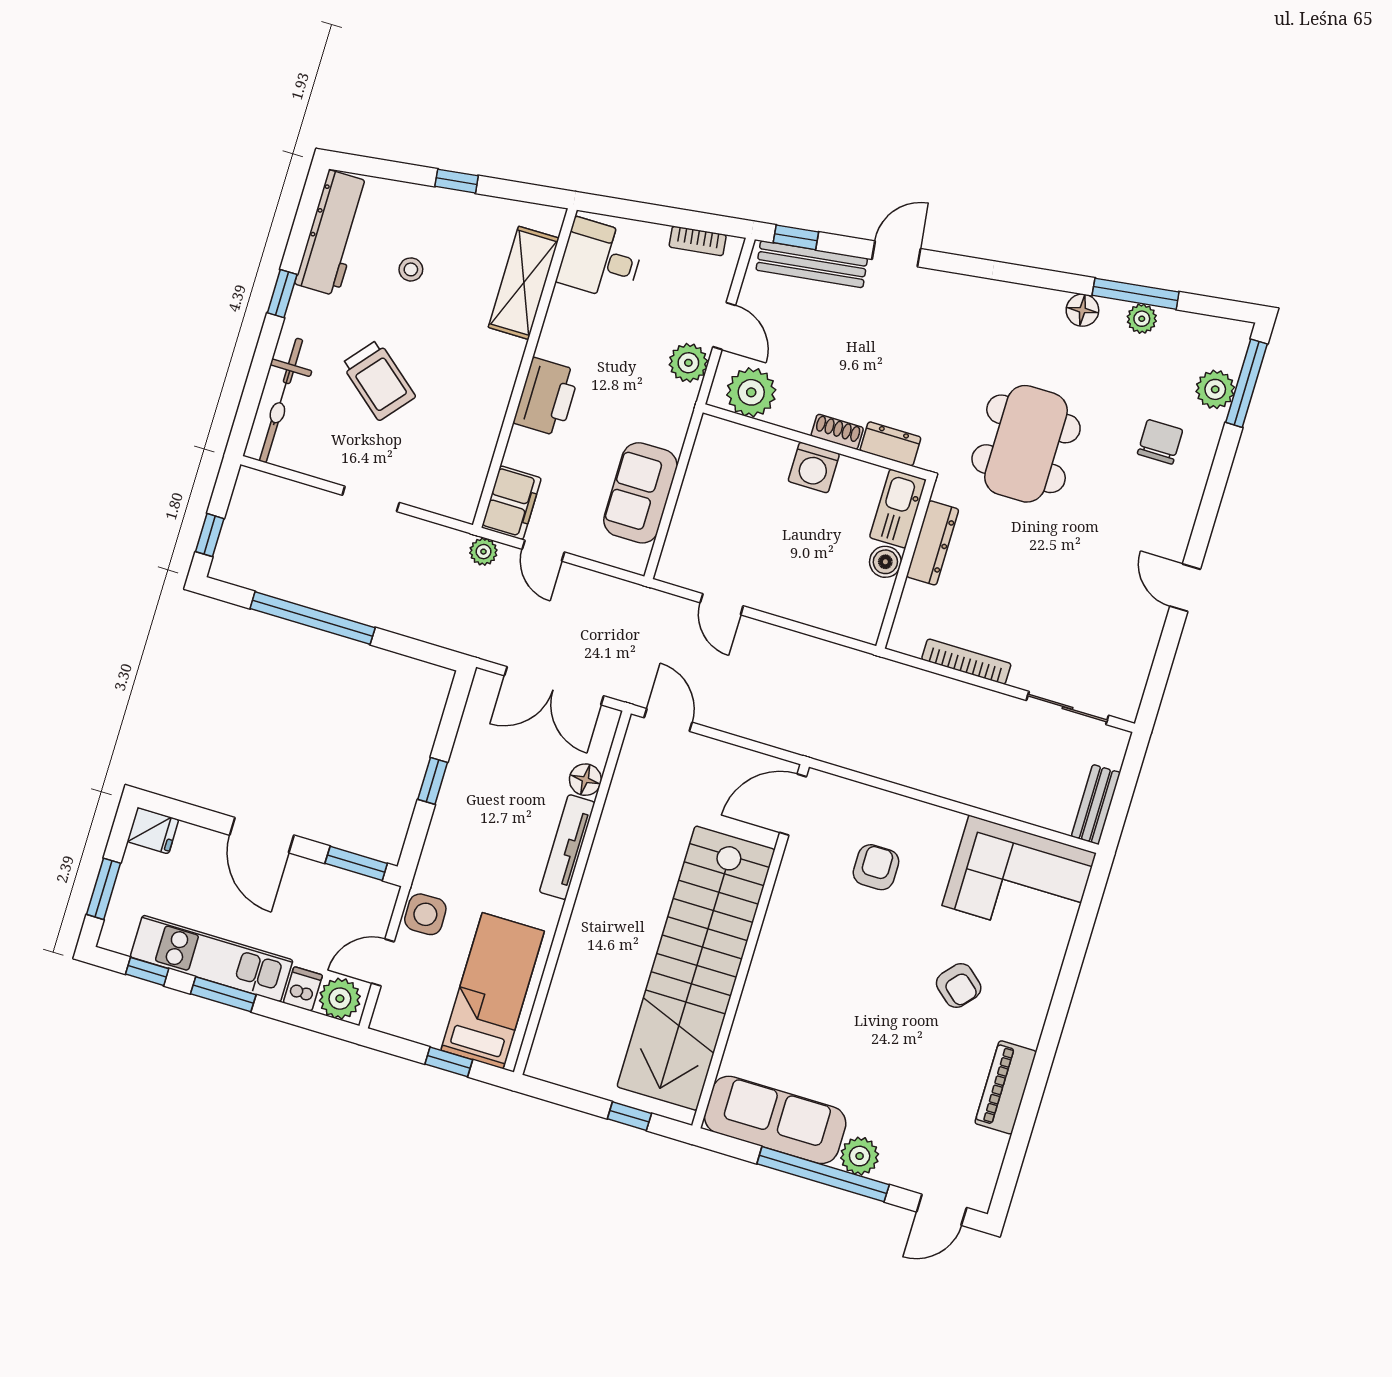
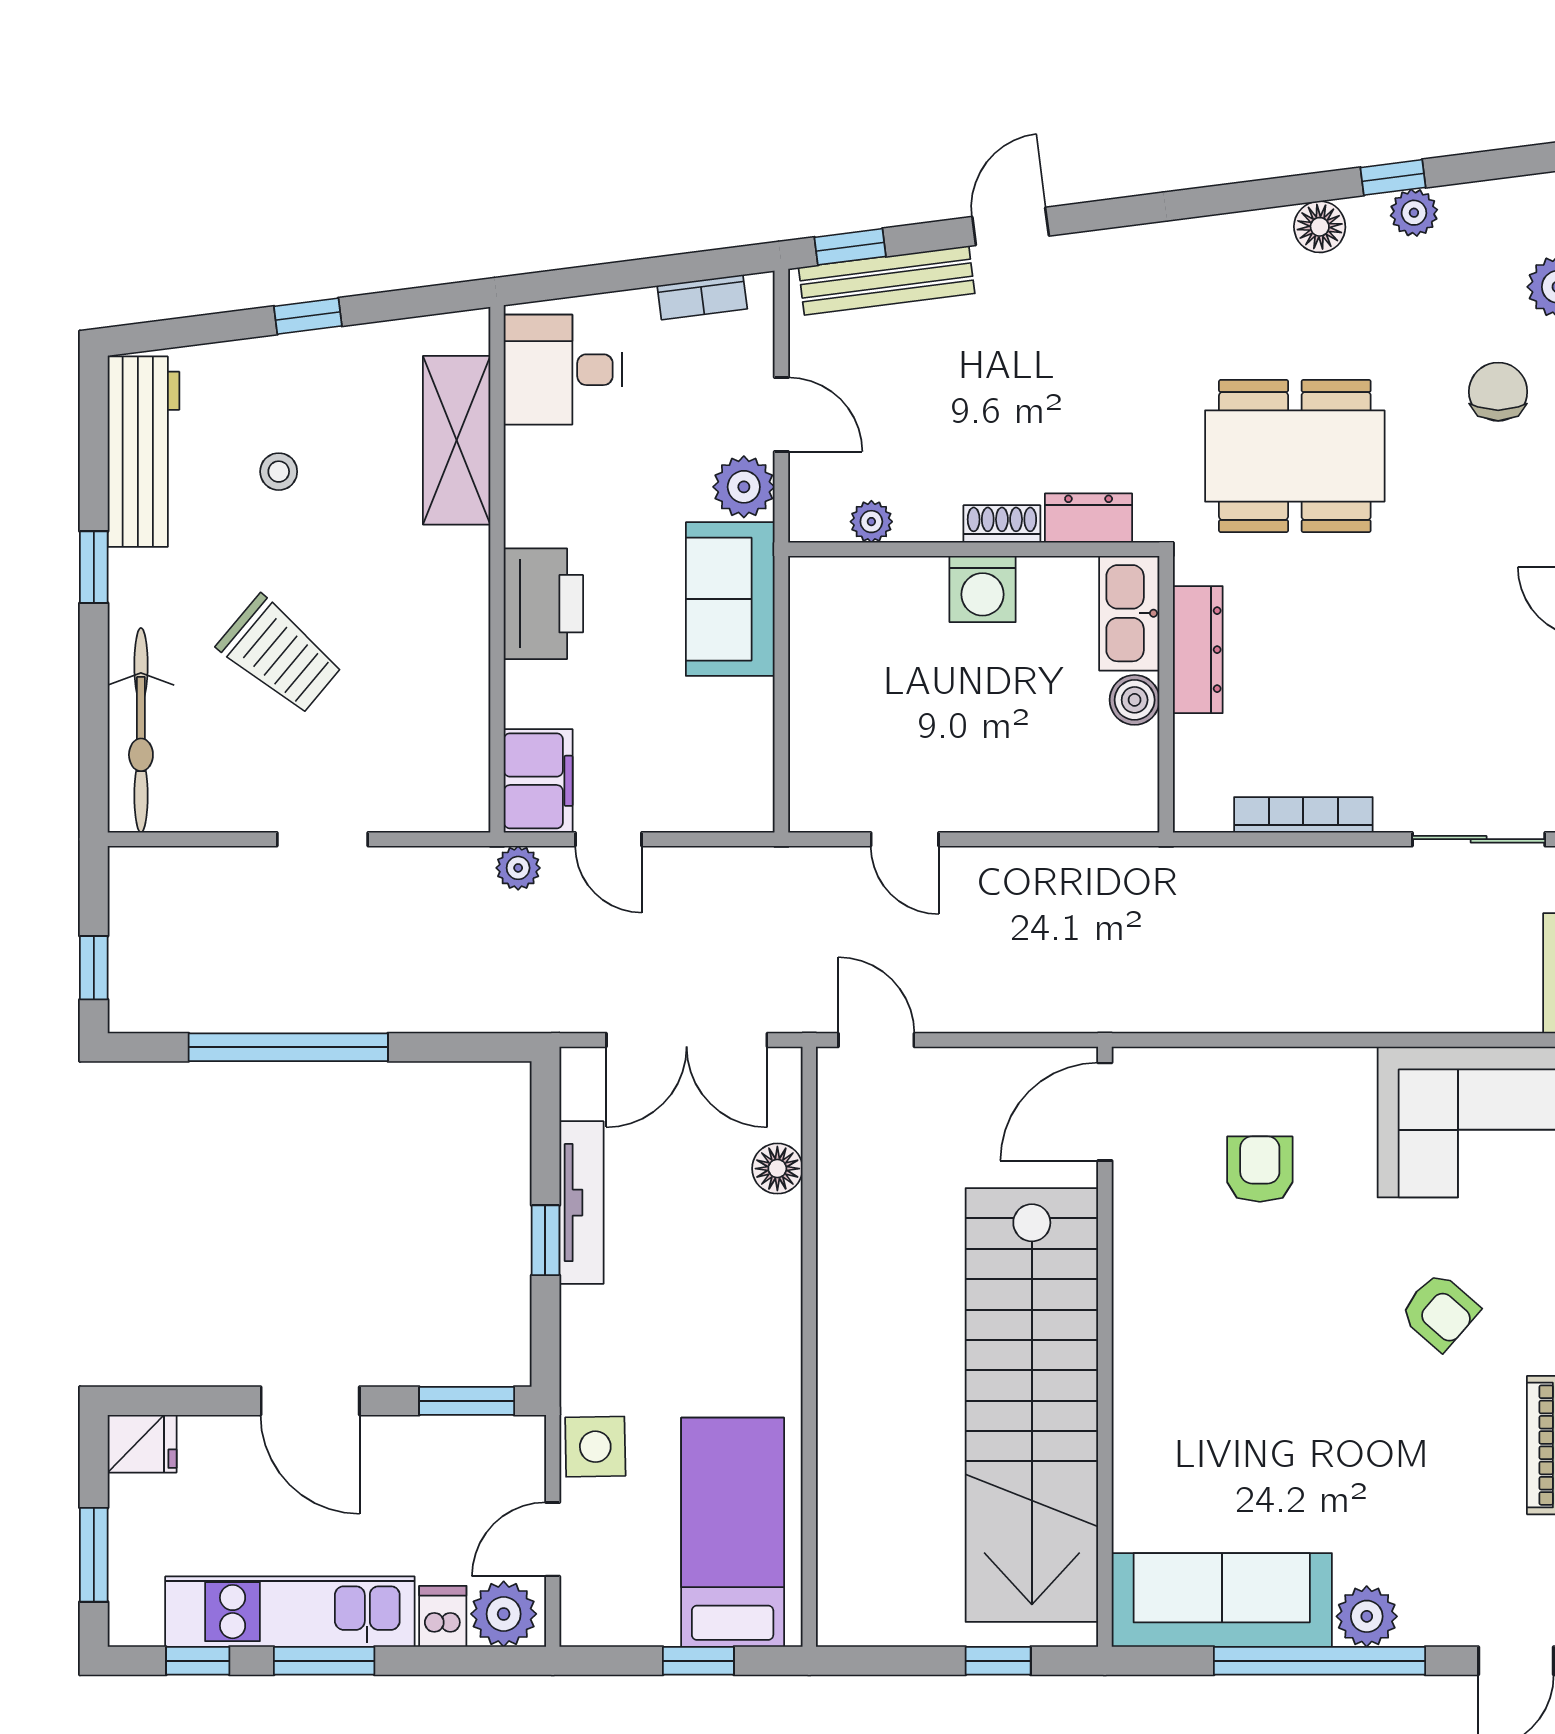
window: (1136, 294) -> (1393, 177), width x0.46
plant: (751, 392) -> (871, 522), width x0.53, depth x0.53
dining table: (1026, 444) -> (1295, 456), turned 90
sofa: (640, 493) -> (730, 599), moved
tv unit: (567, 847) -> (581, 1203), moved, turned 180

